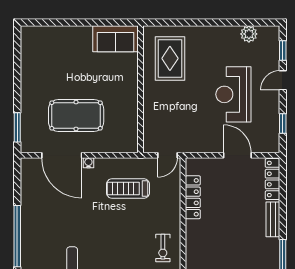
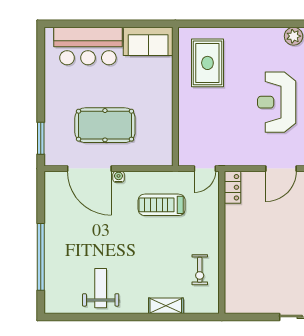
bar counter: (60, 43) -> (88, 46), added
door: (237, 155) -> (281, 169), swing flipped
locker: (193, 197) -> (232, 187), moved, width x0.66

